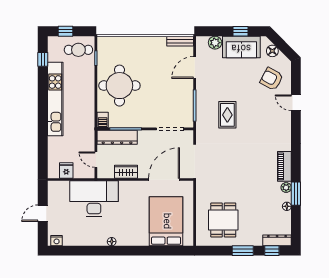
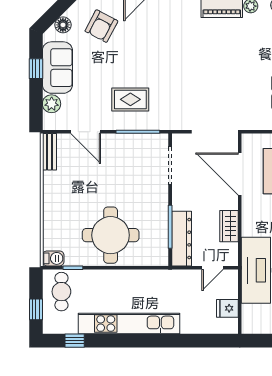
rug: (227, 115) -> (130, 99), moved
barbecue: (103, 120) -> (53, 258), moved

